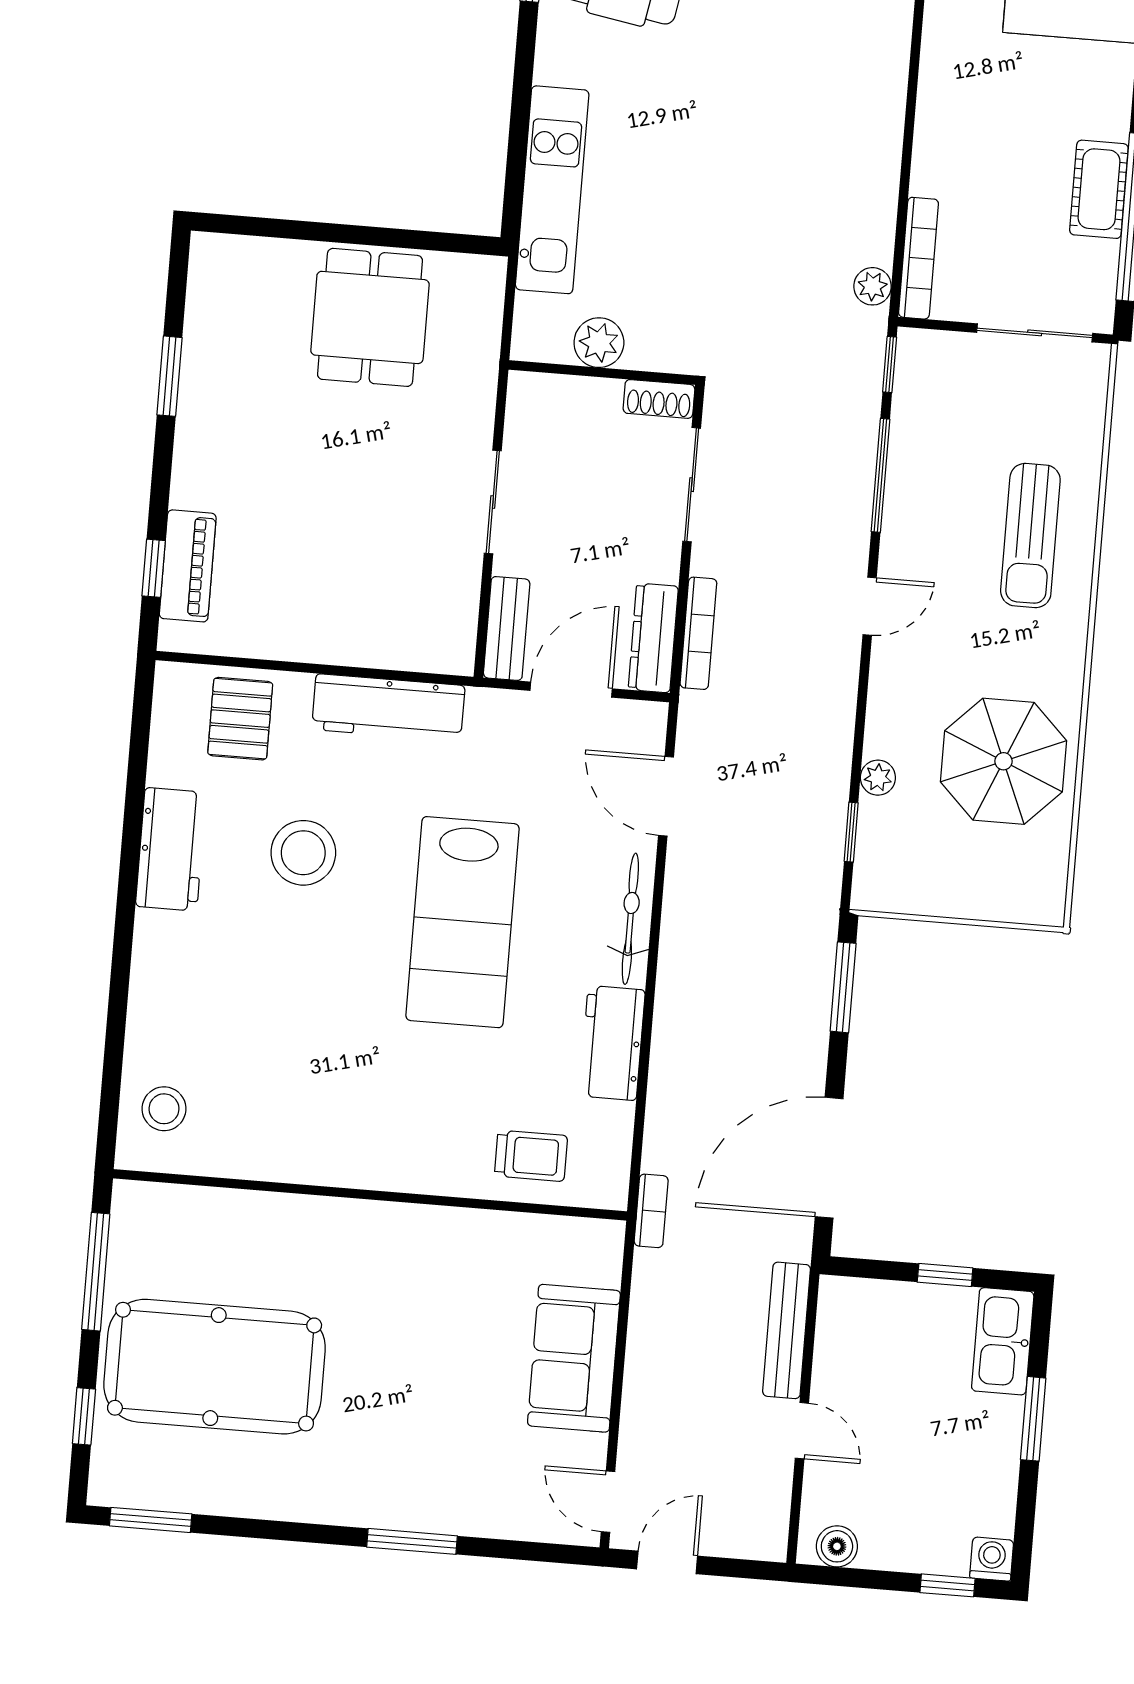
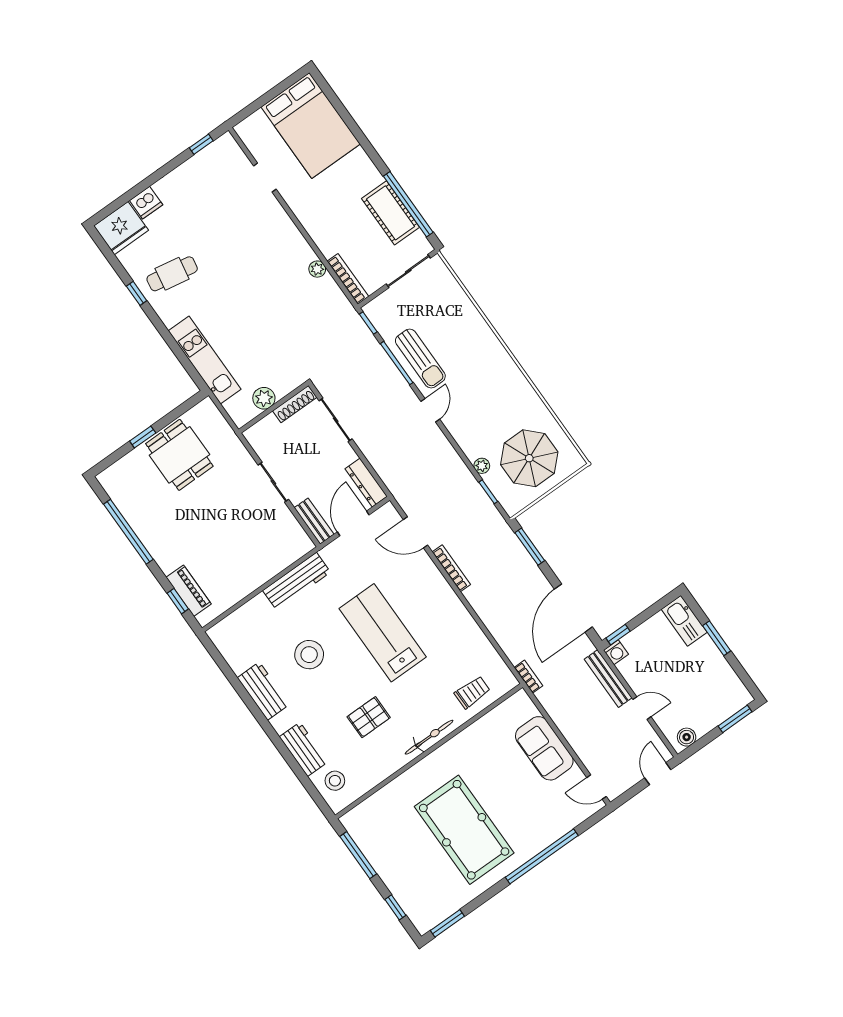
cot: (1099, 189) -> (390, 213), width x1.37, depth x1.34
window: (333, 233) -> (143, 437), added
plant: (873, 286) -> (317, 269), moved
window: (169, 376) -> (128, 532), width x2.11
shoe rack: (659, 399) -> (295, 404), width x1.43
sun lounger: (1030, 536) -> (420, 358), moved
bookcase: (698, 633) -> (451, 568), moved
pallet: (240, 719) -> (369, 717), moved, turned 90
parasol: (1004, 761) -> (529, 458), moved
bicycle: (630, 919) -> (429, 737), moved, turned 90
lab bench: (463, 922) -> (383, 633), turned 180
workbench: (612, 1043) -> (304, 749), moved, turned 180
window: (945, 1275) -> (618, 635), moved
pool table: (215, 1367) -> (464, 830), moved, turned 90
window: (412, 1541) -> (542, 856), width x2.11
washing machine: (992, 1559) -> (616, 652), moved, turned 180
door: (667, 1562) -> (658, 774), moved
window: (947, 1585) -> (735, 719), width x1.50

